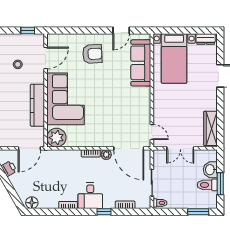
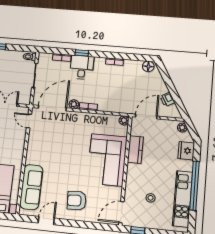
door: (46, 58) -> (121, 212), moved
kitchen counter: (37, 105) -> (135, 150), width x0.67
plant: (56, 138) -> (124, 120), width x0.53, depth x0.53
door: (129, 148) -> (52, 108), hinge flipped
desk: (90, 196) -> (82, 67), moved

